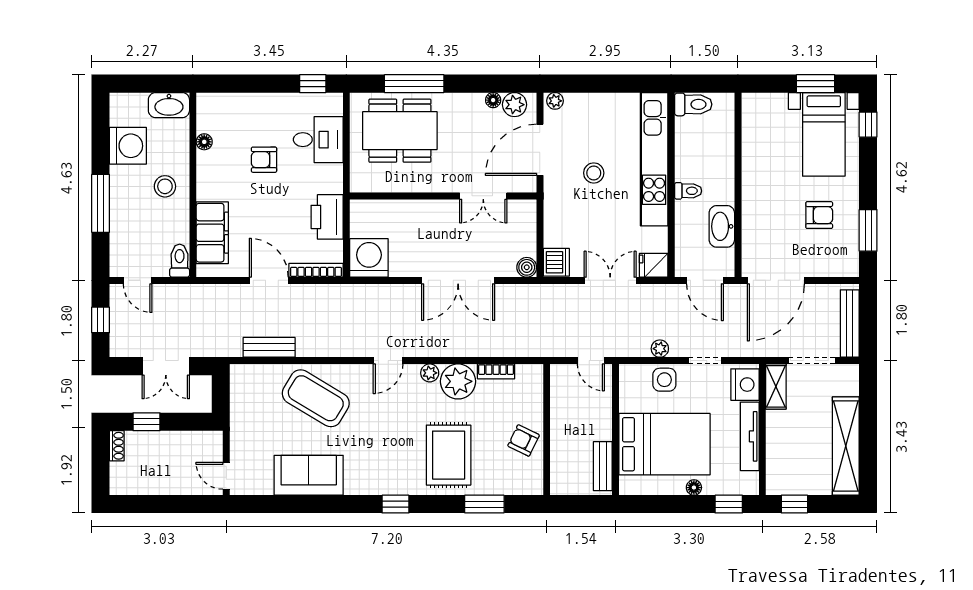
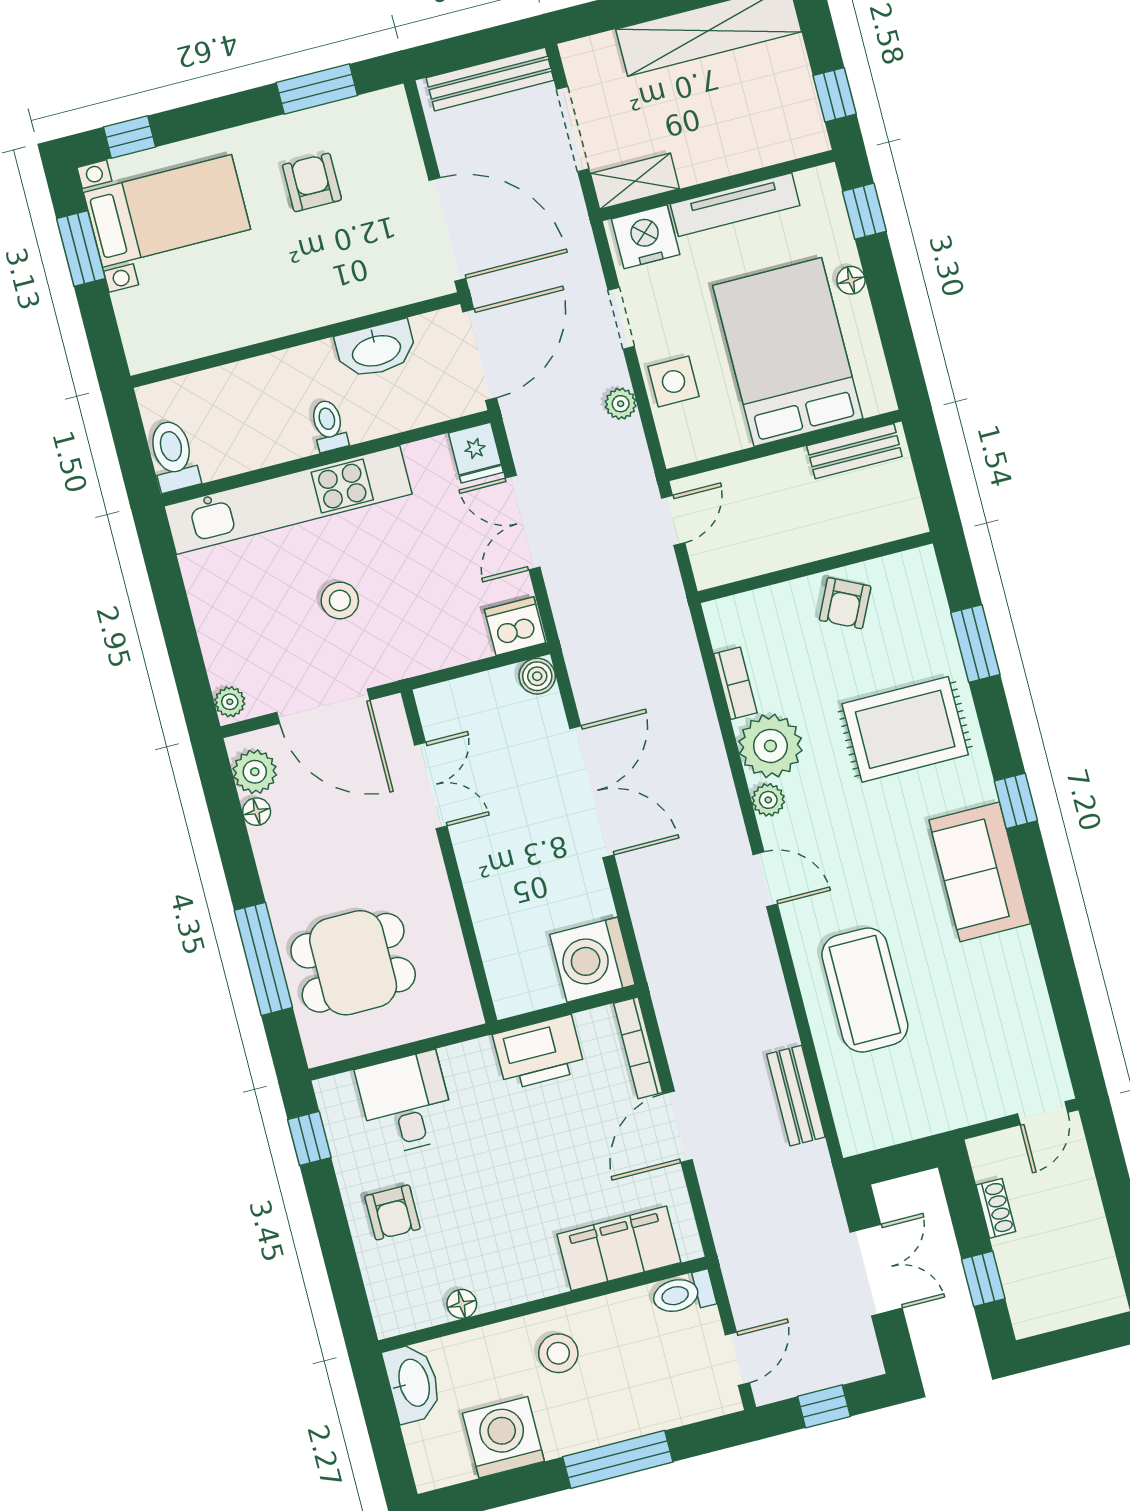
dining table: (400, 131) -> (353, 963), width x0.73
armchair: (264, 160) -> (393, 1212), moved
door: (705, 280) -> (480, 355), width x1.36
coffee table: (316, 398) -> (865, 990), turned -31
shoe rack: (117, 446) -> (996, 1208), moved, turned 90
sofa: (309, 475) -> (980, 872), moved

